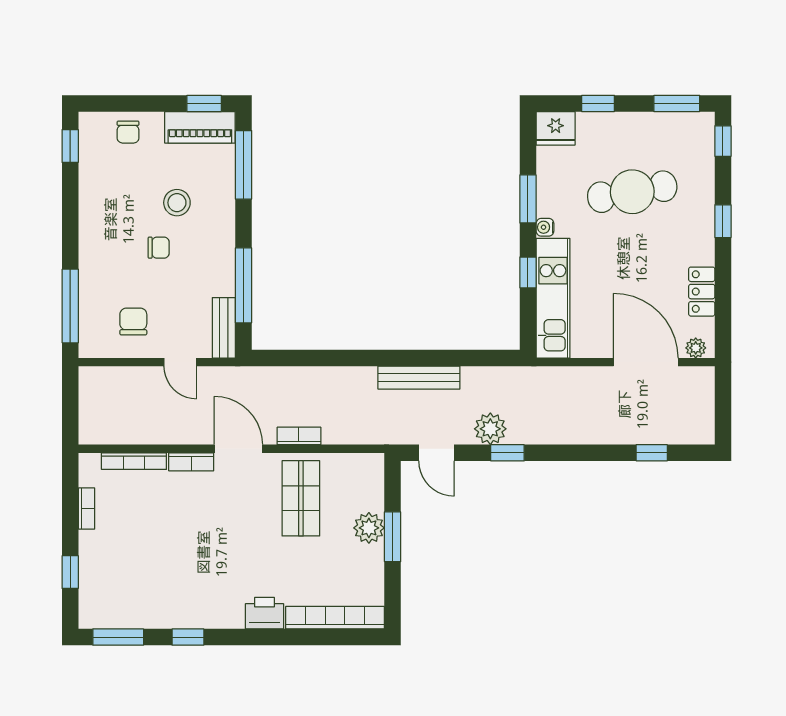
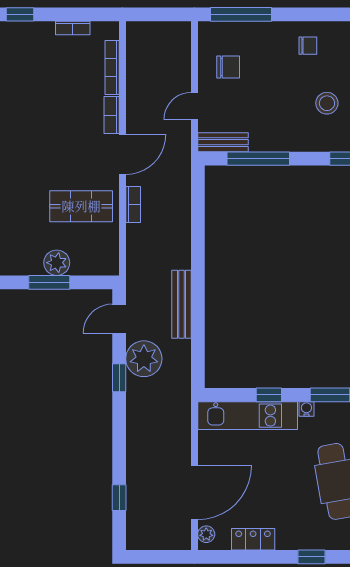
chair: (159, 248) -> (308, 46), moved, turned -90
plant: (490, 429) -> (144, 359), width x1.36, depth x1.36

